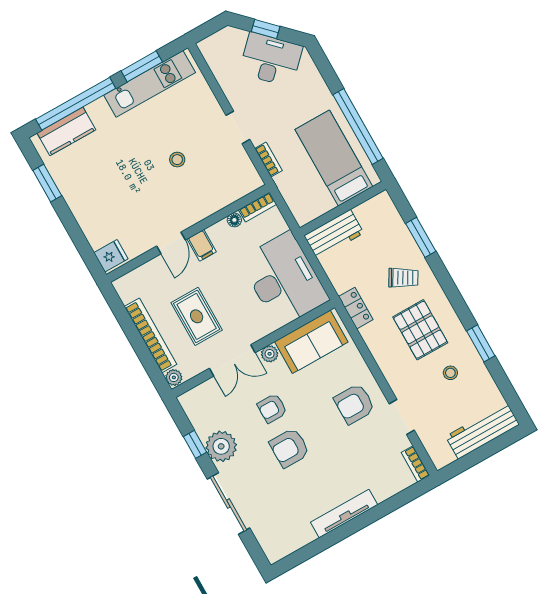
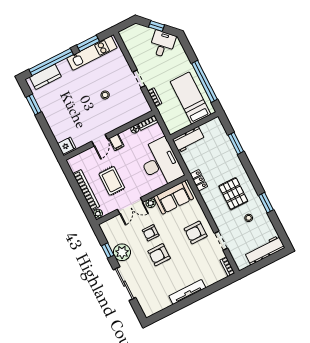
desk: (271, 60) -> (162, 44), width x0.73
trolley: (403, 278) -> (225, 165), removed

